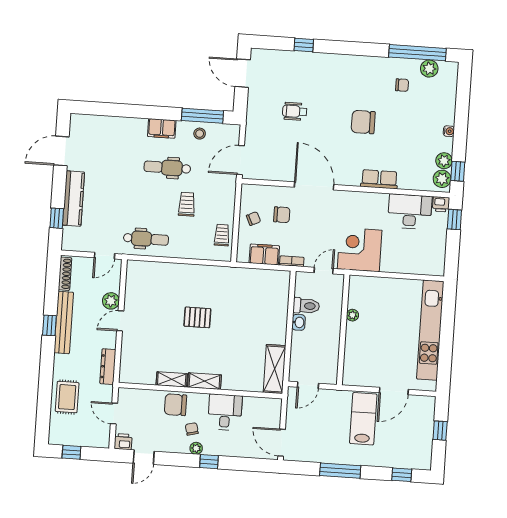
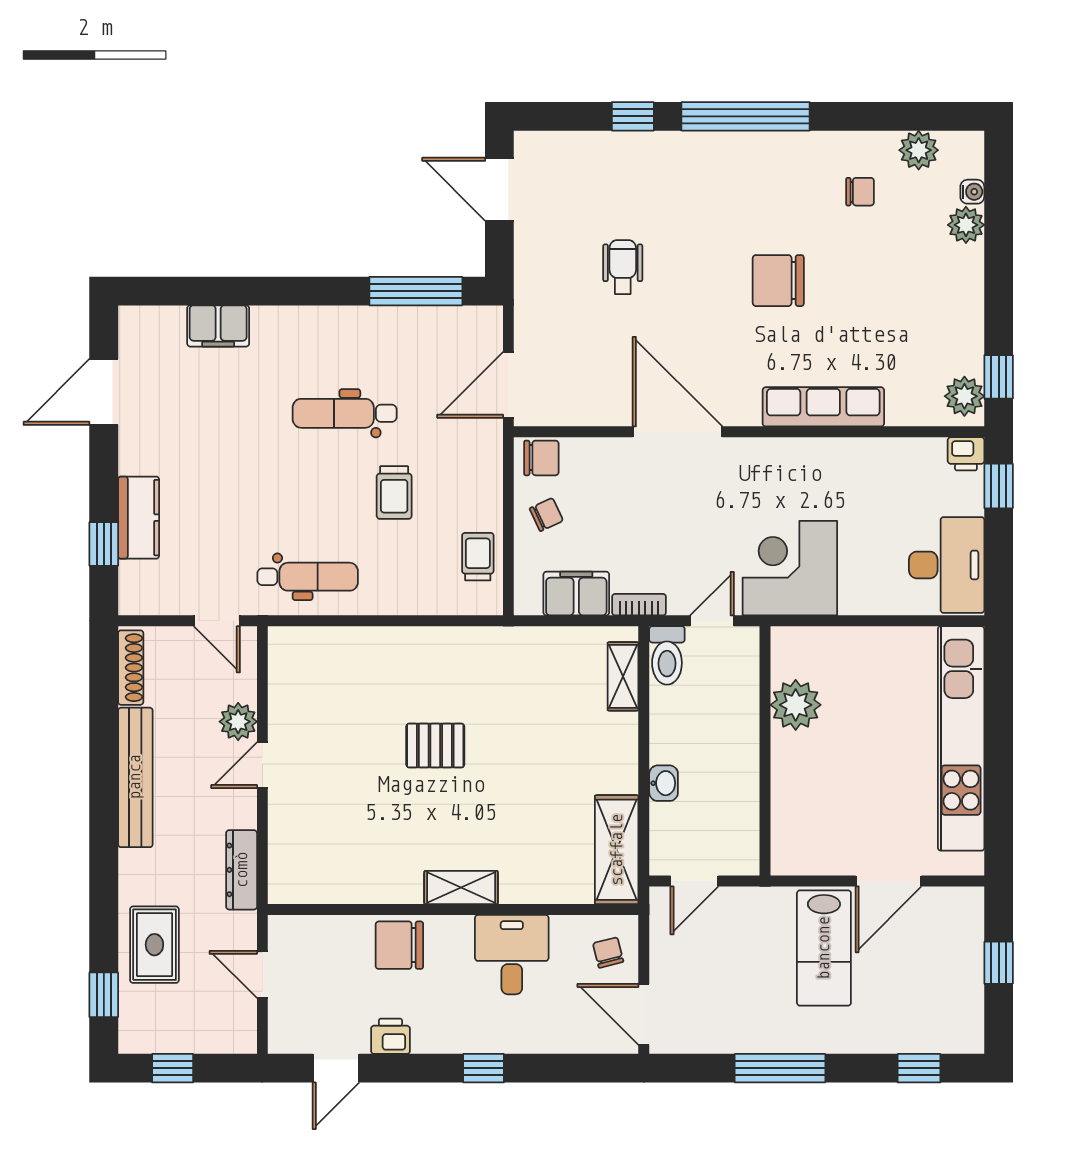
window: (417, 53) -> (746, 116), moved
wheelchair: (295, 111) -> (623, 267), turned 90
filing cabinet: (162, 128) -> (218, 326), moved
water cooler: (449, 131) -> (972, 192), moved
stool: (200, 134) -> (412, 332), removed
plant: (444, 161) -> (966, 225), moved
row of seats: (379, 179) -> (823, 407), width x1.48
kitchen counter: (74, 199) -> (139, 518), width x0.67
trolley: (187, 204) -> (394, 493), turned 180
desk: (410, 212) -> (947, 565), moved, turned 90
chair: (282, 215) -> (541, 458), moved
door: (104, 256) -> (217, 621), hinge flipped
toilet: (306, 306) -> (667, 655), moved, turned 90
plant: (352, 315) -> (796, 705), width x1.87, depth x1.87
washbasin: (299, 322) -> (664, 783), moved
window: (49, 325) -> (104, 995), moved
shelving: (172, 379) -> (623, 676), moved, turned 90
lab bench: (363, 419) -> (824, 948), turned 180
chair: (192, 429) -> (608, 953), moved
printer: (123, 442) -> (390, 1036), moved
plant: (196, 448) -> (453, 1040), removed

